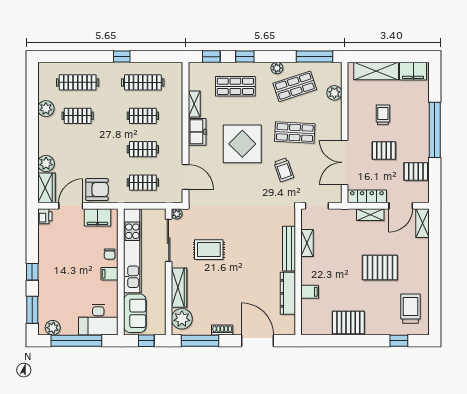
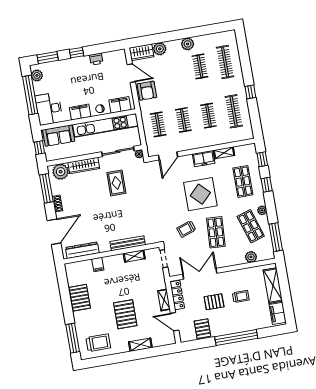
plant: (46, 109) -> (188, 44), moved
pallet: (384, 151) -> (214, 302), turned 90
printer: (45, 216) -> (96, 59), moved
filing cabinet: (97, 217) -> (120, 105), moved, turned 90
shelving: (422, 223) -> (140, 345), moved
filing cabinet: (110, 274) -> (80, 112), width x2.00
dresser: (288, 293) -> (82, 250), moved
window: (399, 341) -> (73, 338), width x2.17

